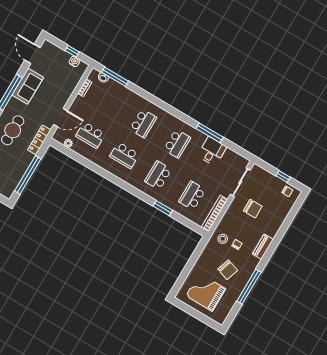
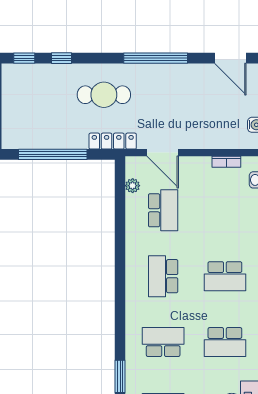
door: (32, 54) -> (230, 58), swing flipped
sofa: (28, 86) -> (180, 79), removed
school desk: (90, 135) -> (163, 210), turned 180

